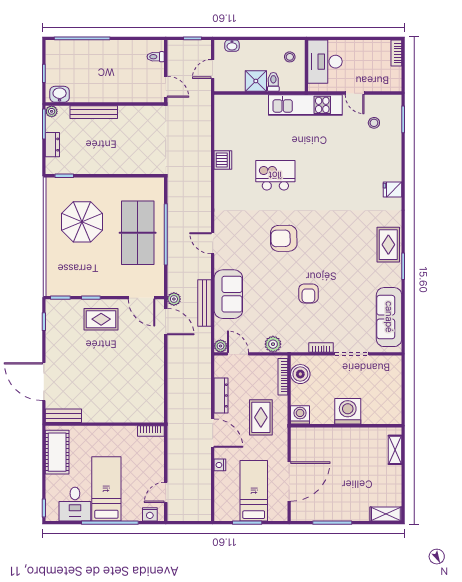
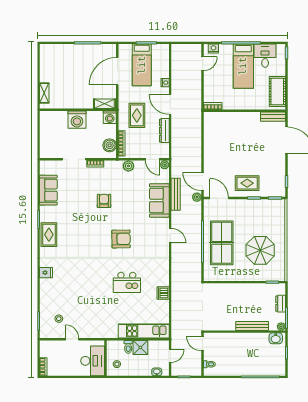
kitchen unit: (305, 105) -> (144, 331), moved
sofa: (389, 317) -> (48, 190), width x0.73
shelving: (386, 514) -> (104, 104), moved

